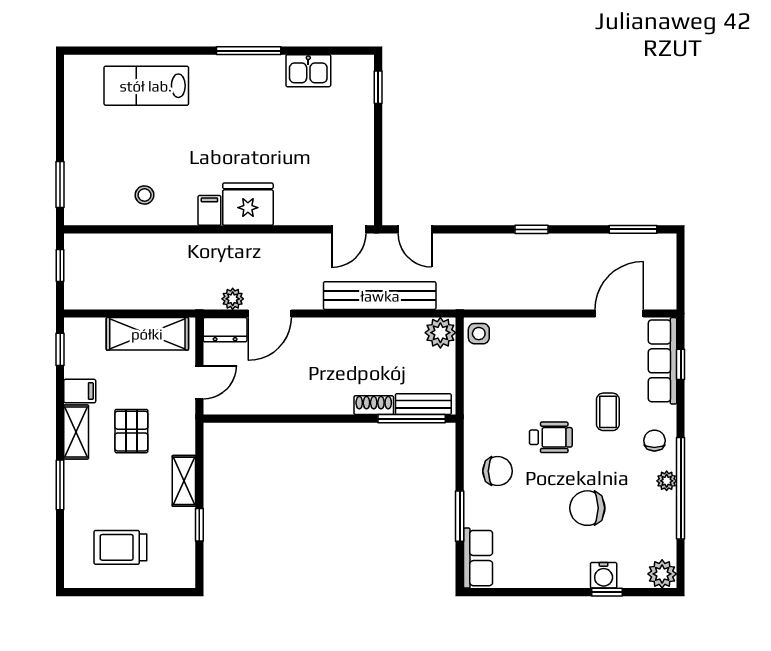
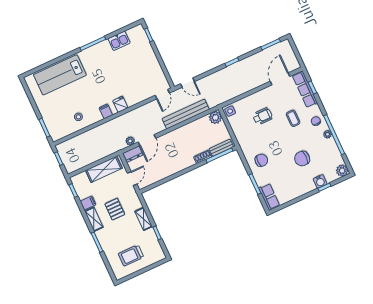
lab bench: (146, 86) -> (60, 75), width x1.36, depth x1.39
fridge: (248, 204) -> (120, 104), width x0.53, depth x0.75
wheelchair: (551, 437) -> (263, 116), moved

